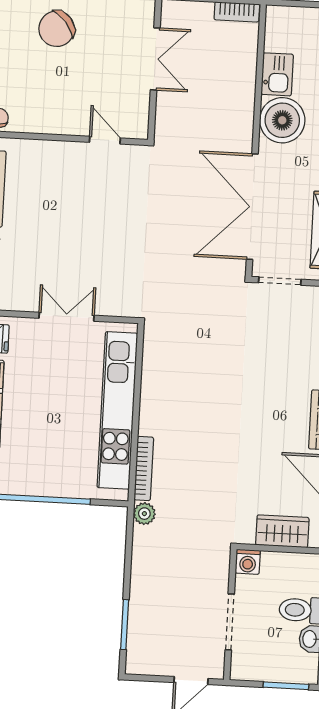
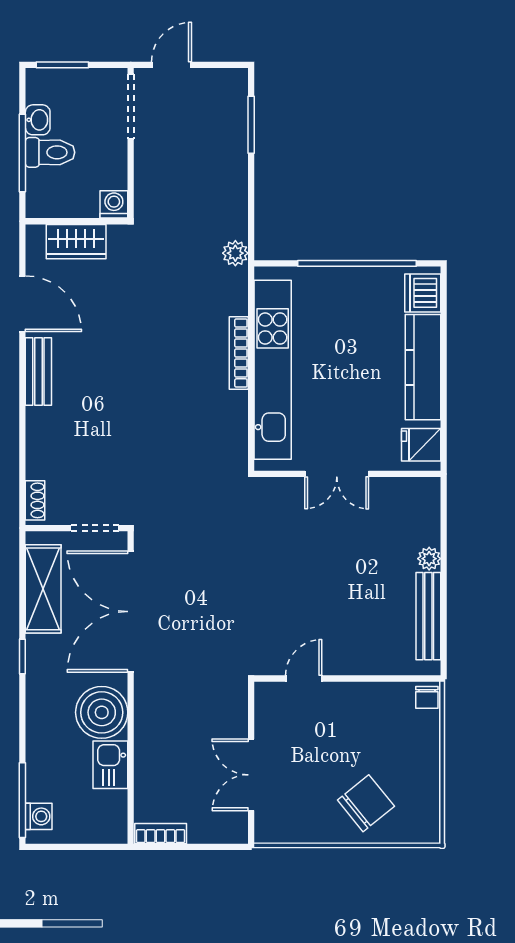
door: (105, 140) -> (304, 679), swing flipped
double door: (252, 207) -> (131, 612), swing flipped
bookcase: (144, 469) -> (239, 353), moved
doorway: (230, 622) -> (131, 106), moved

